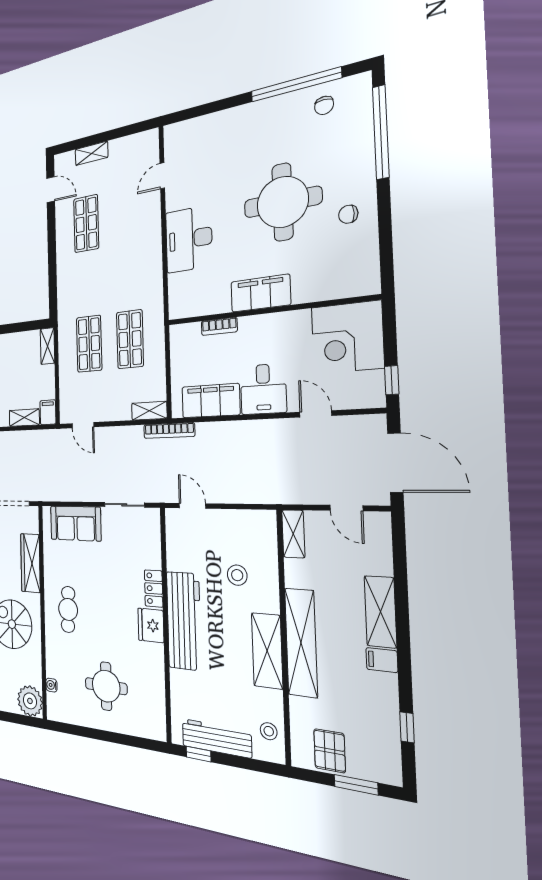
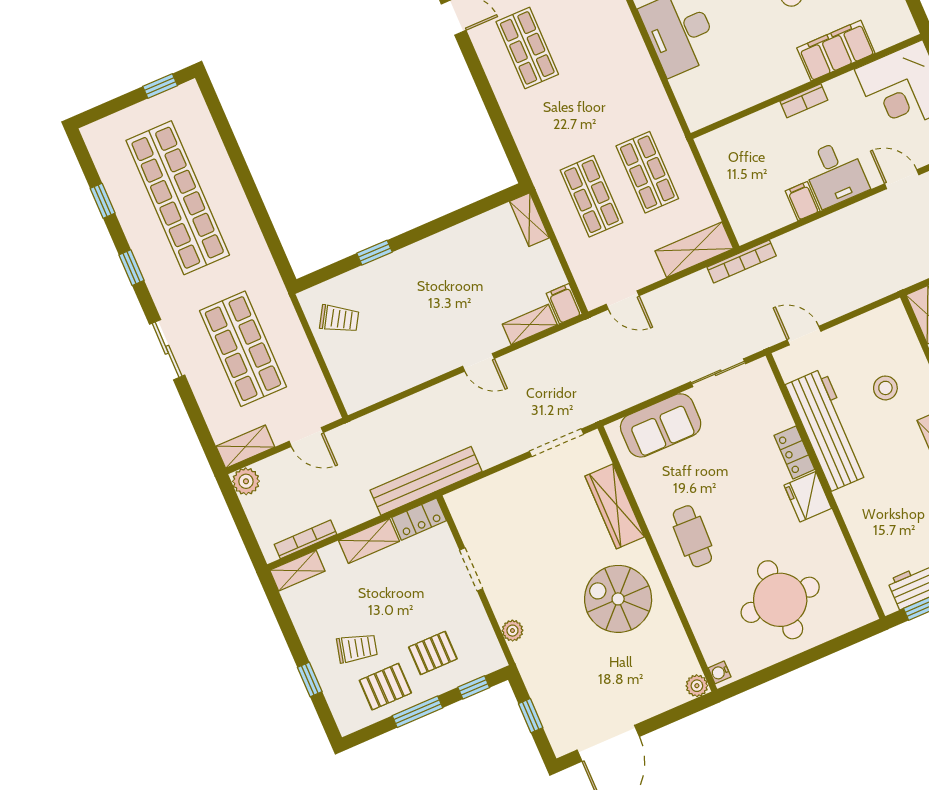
filing cabinet: (260, 293) -> (836, 51), moved
bookcase: (219, 326) -> (804, 101), moved
filing cabinet: (211, 401) -> (803, 201), width x0.33, depth x0.86
shelving: (149, 411) -> (694, 250), width x1.50, depth x1.33
workbench: (184, 621) -> (828, 430), moved
water cooler: (51, 685) -> (720, 672), moved
round table: (106, 686) -> (780, 600), width x1.36, depth x1.36
plant: (30, 701) -> (697, 686), width x0.53, depth x0.53

